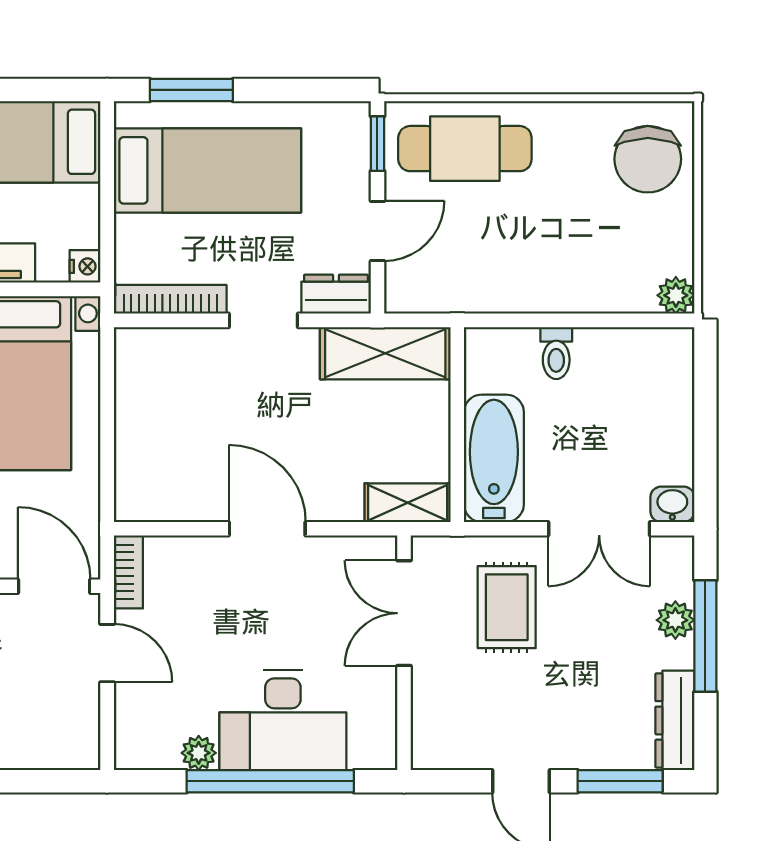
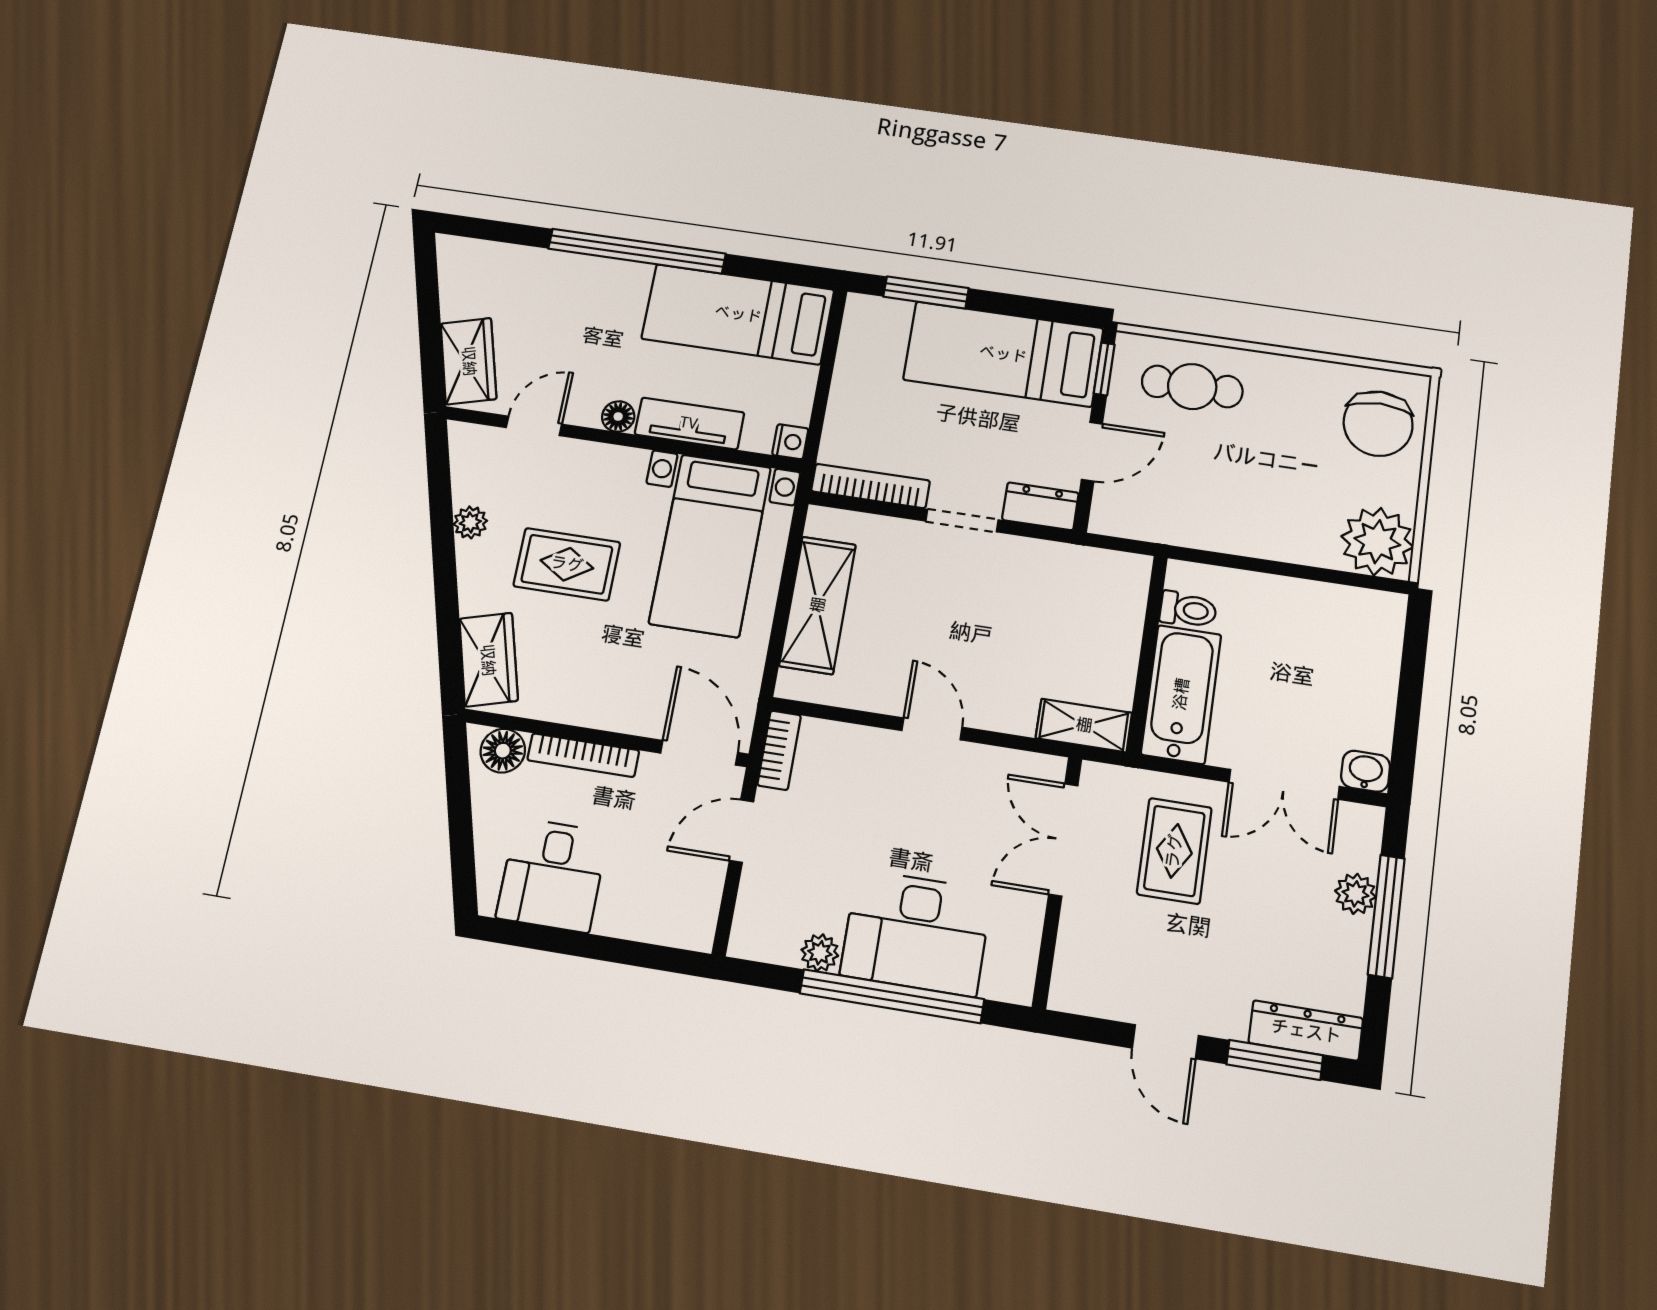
cafe table: (465, 149) -> (1192, 386), width x0.73, depth x0.74
bed: (207, 170) -> (1003, 354), moved, turned 180
plant: (676, 295) -> (1377, 542), width x1.87, depth x1.87
shelving: (385, 353) -> (818, 605), moved, turned 90
toilet: (556, 353) -> (1188, 610), moved, turned -90
door: (267, 529) -> (932, 729), width x0.73
door: (107, 653) -> (741, 831), swing flipped
dresser: (675, 720) -> (1306, 1031), moved, turned 90

